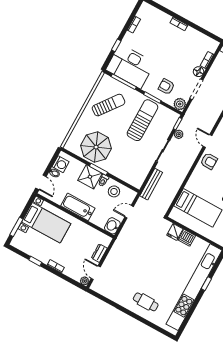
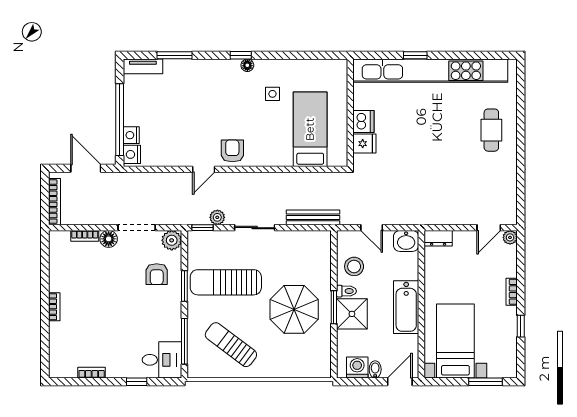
desk: (130, 66) -> (162, 360), width x0.53, depth x0.77
parasol: (96, 147) -> (294, 309), moved
dresser: (99, 253) -> (438, 238), moved

